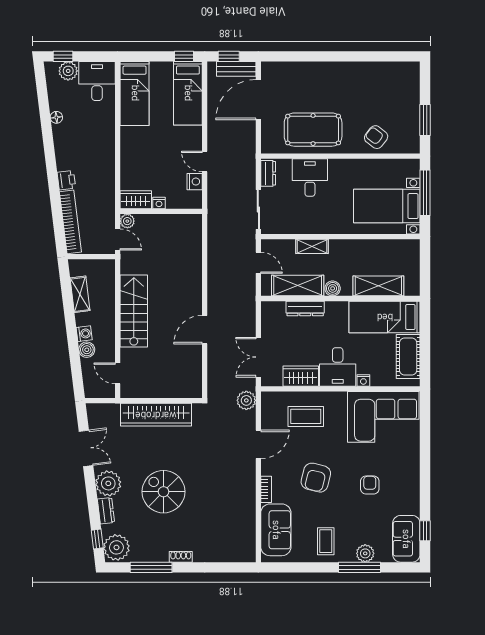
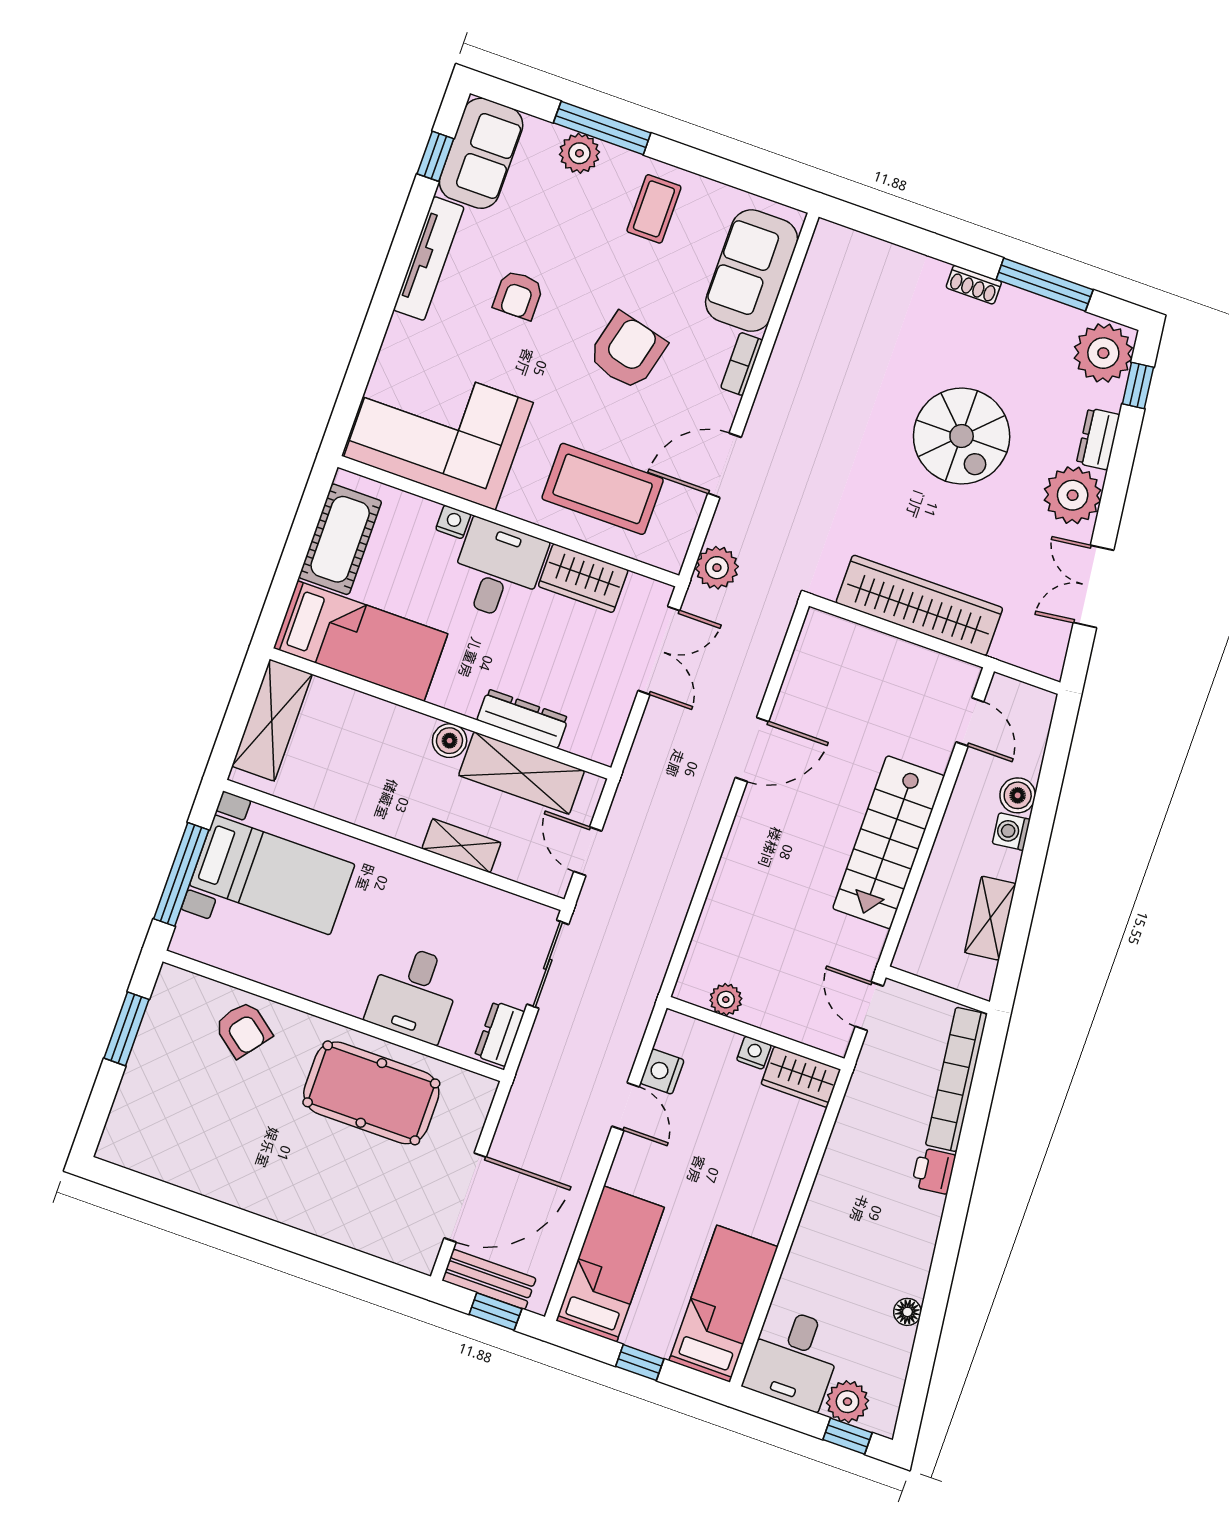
window: (184, 56) -> (640, 1363), moved
plant: (127, 221) -> (726, 1000), moved
shelving: (378, 286) -> (272, 720), moved, turned 90
coffee table: (306, 416) -> (603, 489), width x1.36, depth x1.32
tv unit: (413, 487) -> (429, 258), added

